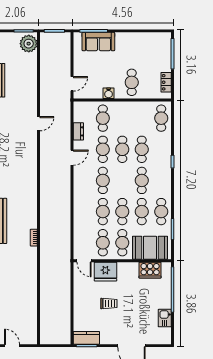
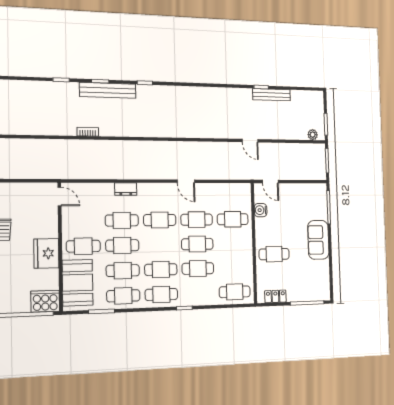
sofa: (98, 42) -> (318, 240), moved
plant: (29, 44) -> (313, 135), width x0.53, depth x0.53
water cooler: (109, 93) -> (261, 210), moved
door: (39, 124) -> (250, 141), moved
dresser: (78, 131) -> (126, 189), moved
cafe table: (103, 243) -> (161, 294), moved
door: (84, 261) -> (59, 197), swing flipped
cooker: (150, 270) -> (45, 301), moved, turned 90
fridge: (105, 272) -> (46, 253), moved

